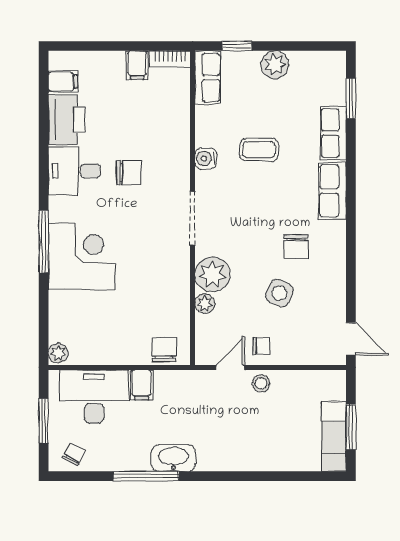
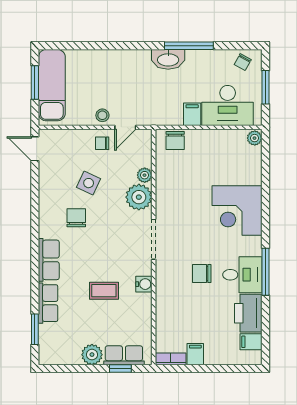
row of seats: (208, 78) -> (124, 355), moved, turned 90
window: (44, 242) -> (265, 272), moved
exam couch: (334, 436) -> (52, 85), width x1.36, depth x1.45

